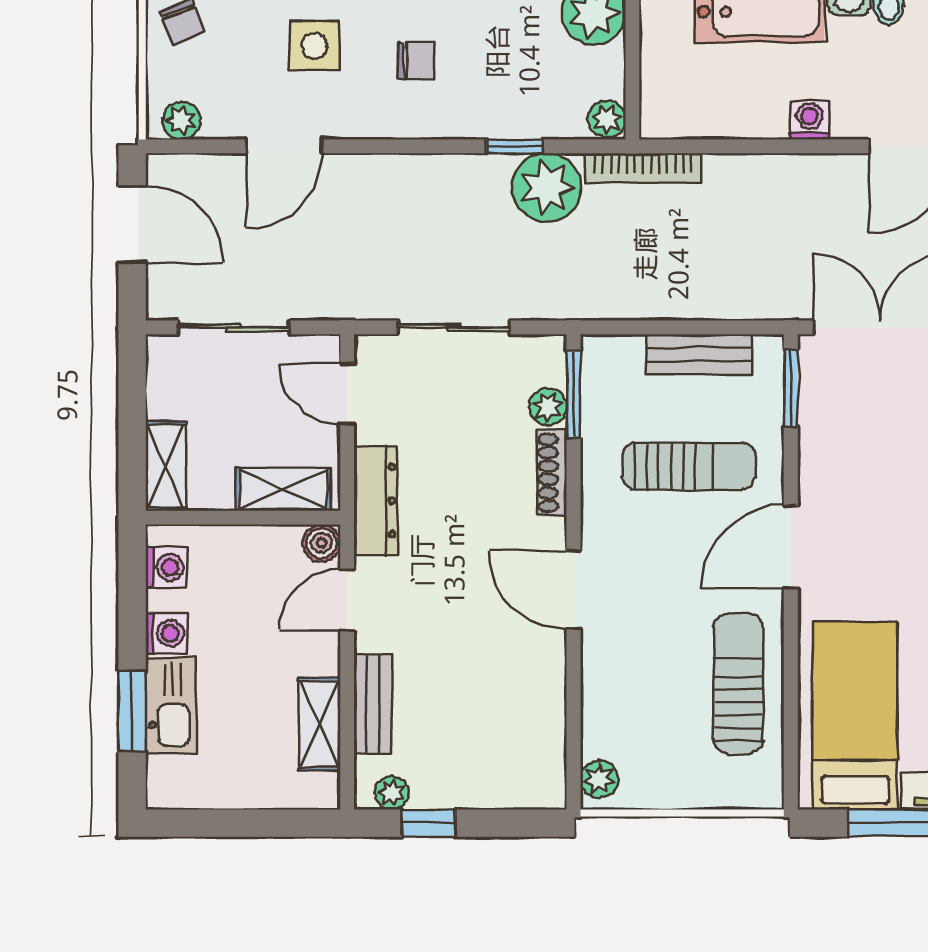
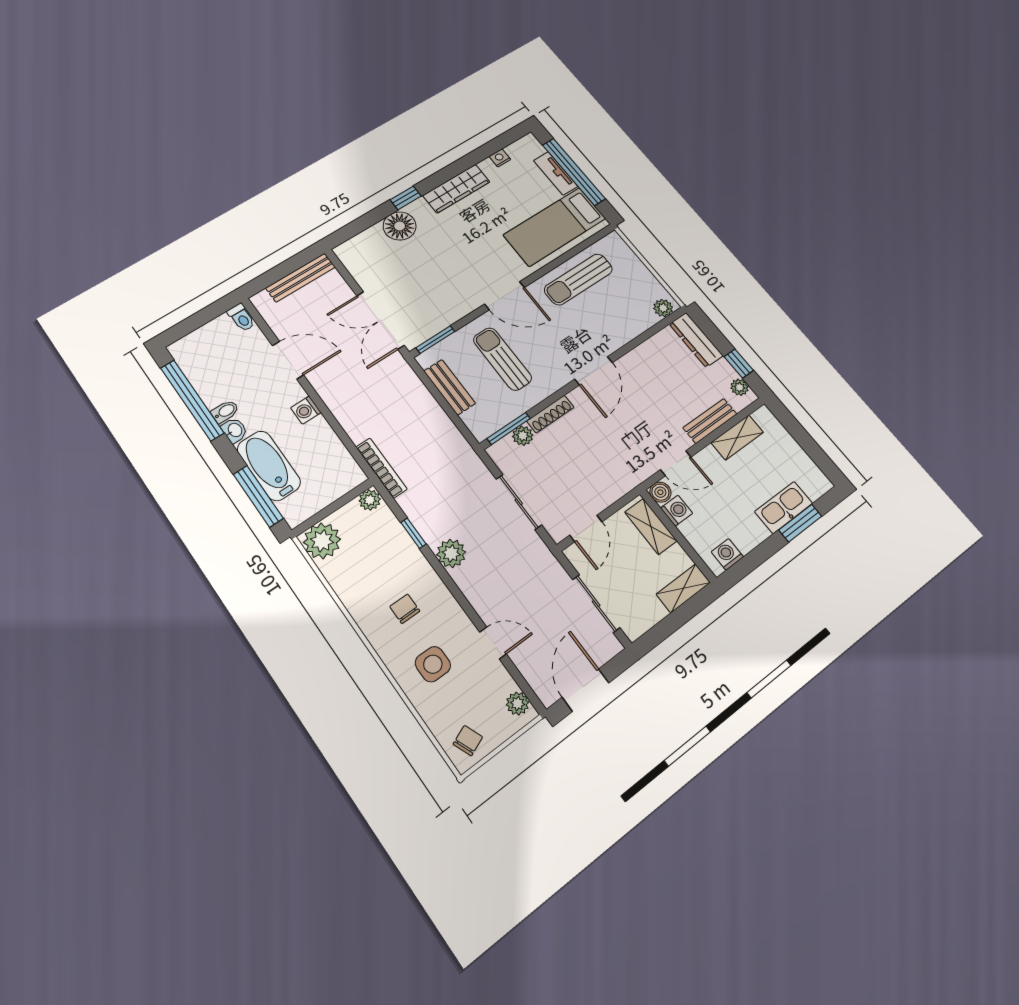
door: (284, 146) -> (493, 643), width x0.73
plant: (547, 188) -> (451, 553), moved, width x0.73, depth x0.73
dresser: (375, 501) -> (696, 340), moved, turned -90
washing machine: (166, 633) -> (677, 511), moved, turned 90

